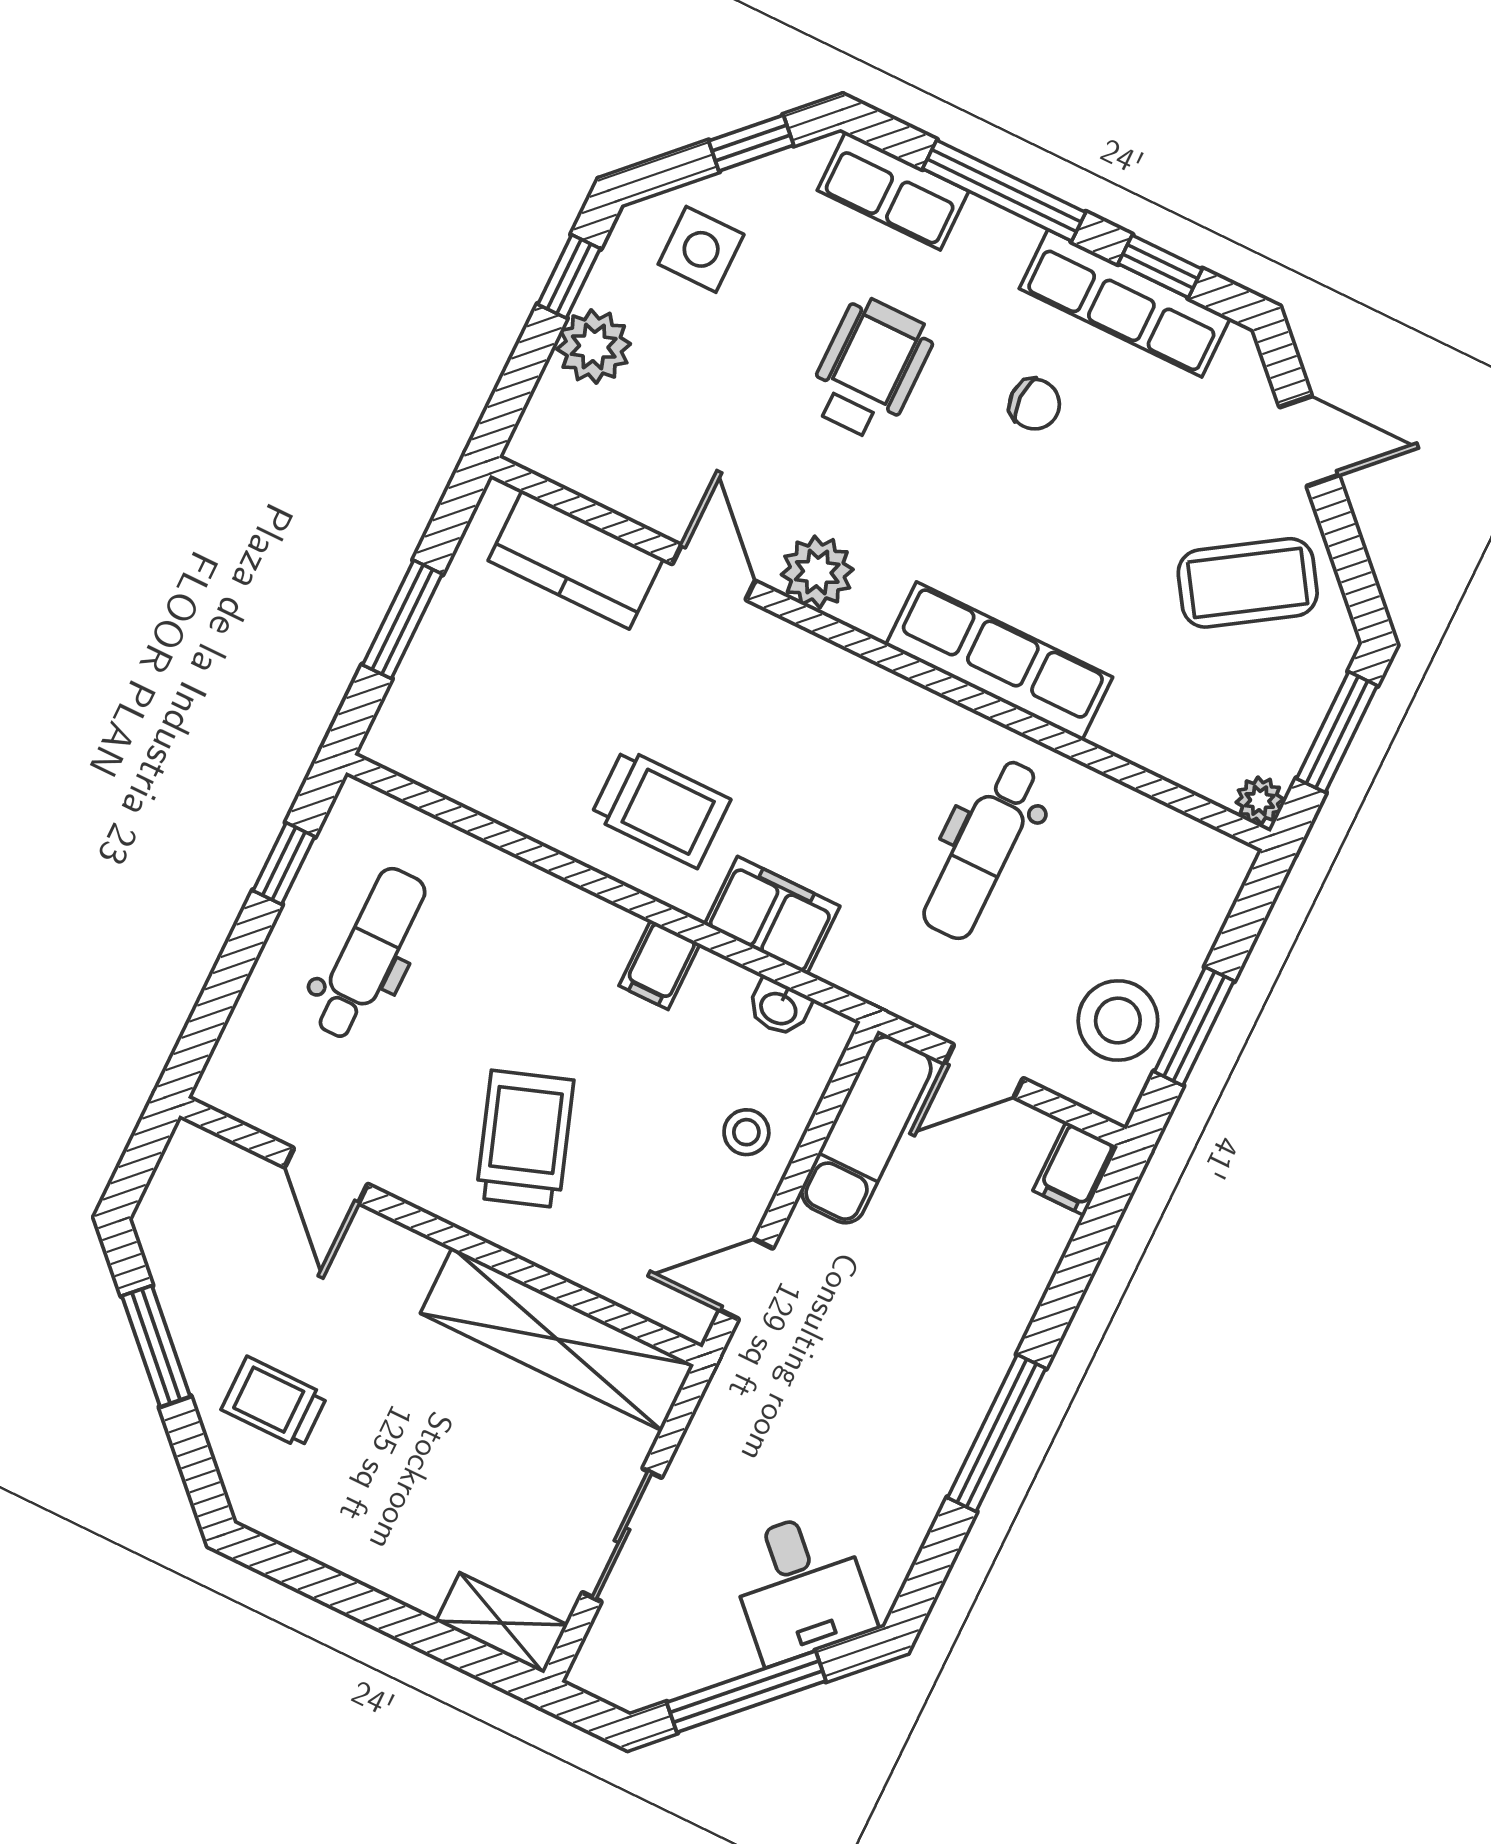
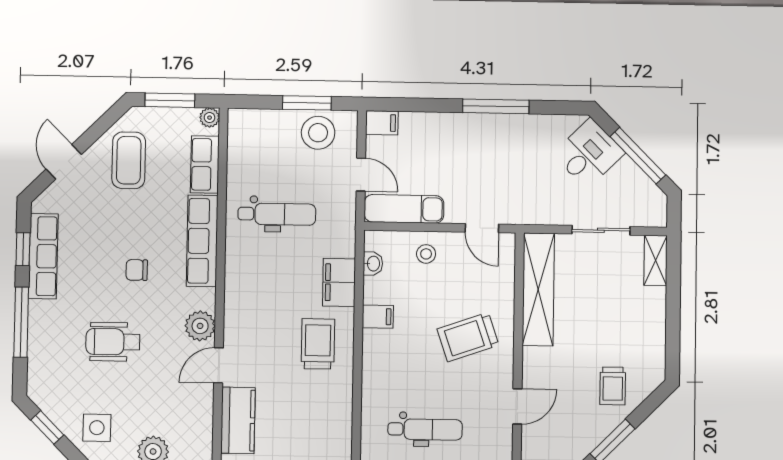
row of seats: (893, 191) -> (205, 164), moved, turned 180
chair: (1035, 404) -> (137, 270), moved, turned -90
coffee table: (1248, 583) -> (129, 160), turned 33
dental chair: (369, 954) -> (425, 429), turned 180

